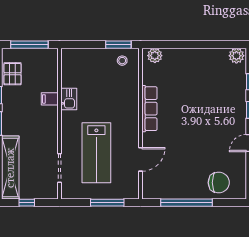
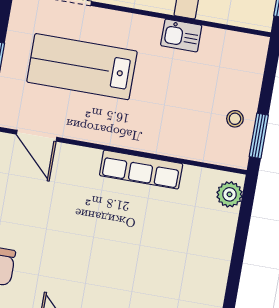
stool: (122, 61) -> (235, 119), moved
door: (140, 159) -> (37, 136), moved

